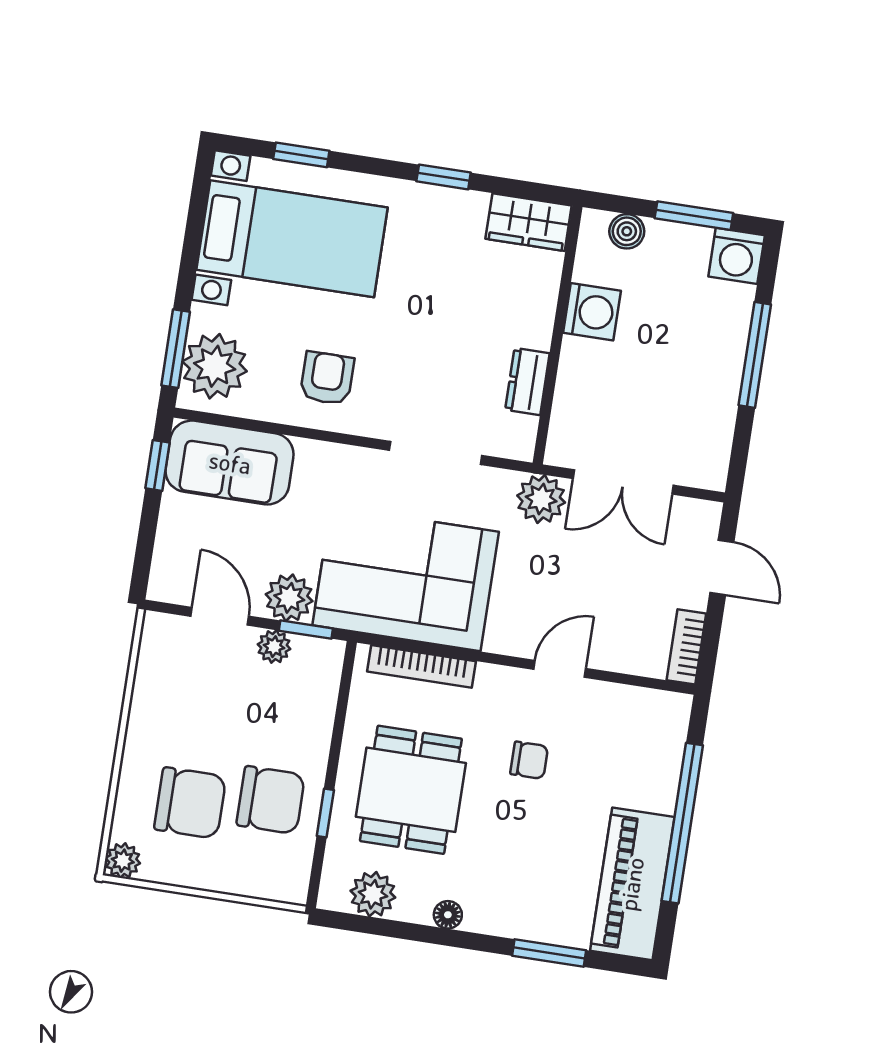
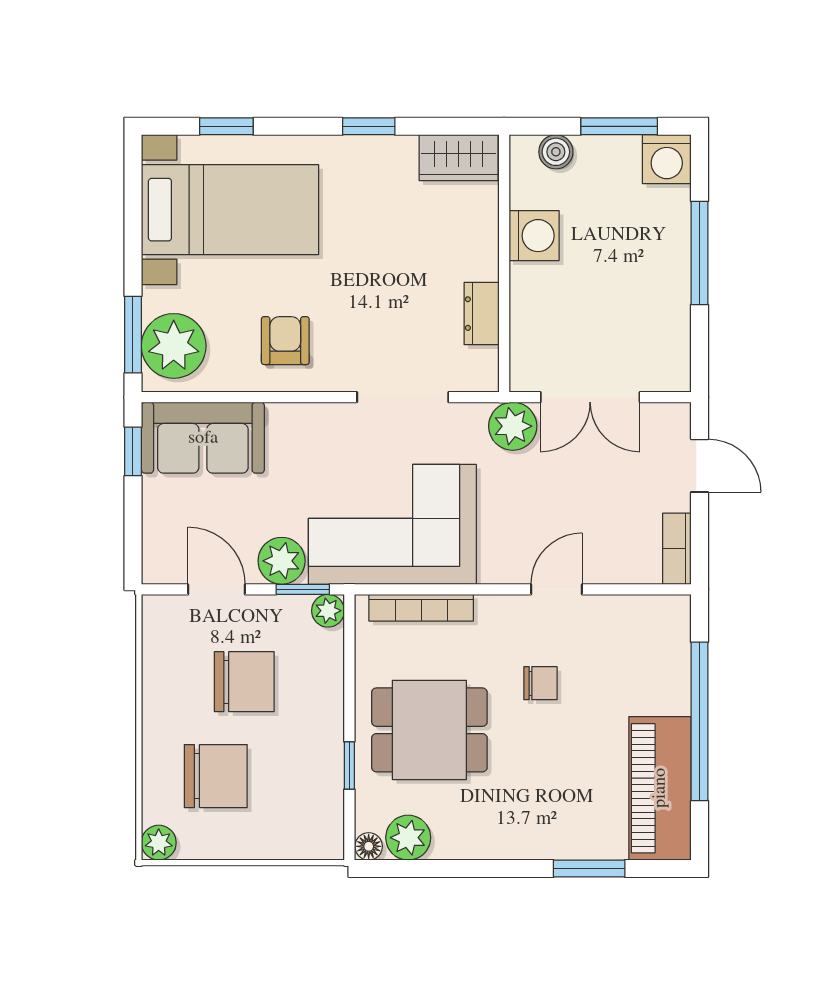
plant: (274, 647) -> (328, 611), moved
dining table: (411, 790) -> (429, 730), turned 90
chair: (271, 800) -> (244, 682), moved
floor lamp: (448, 915) -> (369, 846), moved

